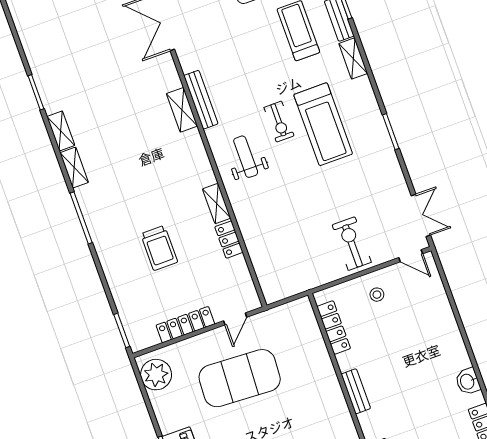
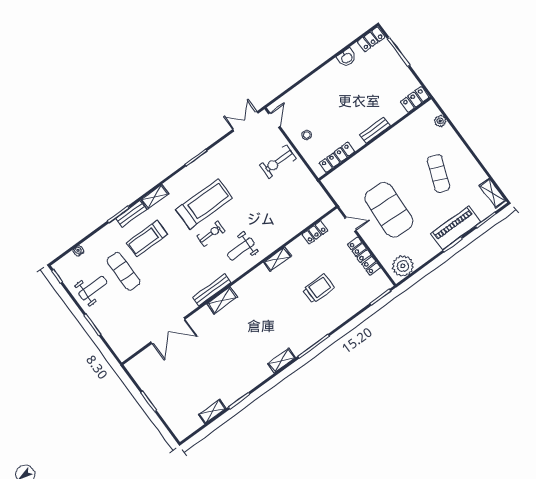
shelving: (61, 131) -> (212, 411), moved
locker: (229, 240) -> (315, 232), moved

